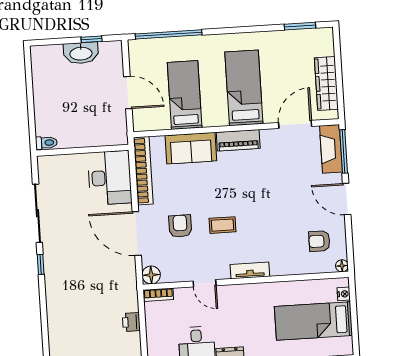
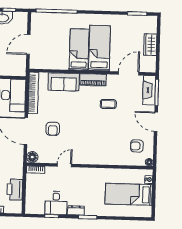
wardrobe: (326, 83) -> (150, 45), width x0.67
door: (128, 93) -> (28, 44), swing flipped
bed: (185, 95) -> (79, 50), moved
coffee table: (223, 225) -> (108, 104), moved
armchair: (180, 226) -> (53, 129), turned 180
tv unit: (250, 270) -> (93, 160), removed
door: (205, 283) -> (64, 165), swing flipped
printer: (131, 322) -> (15, 190), width x1.87, depth x1.48

